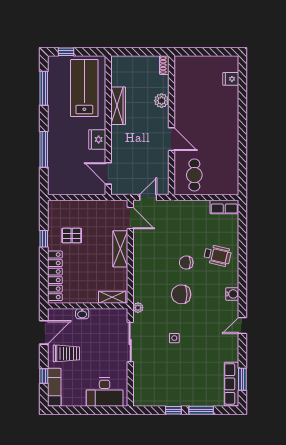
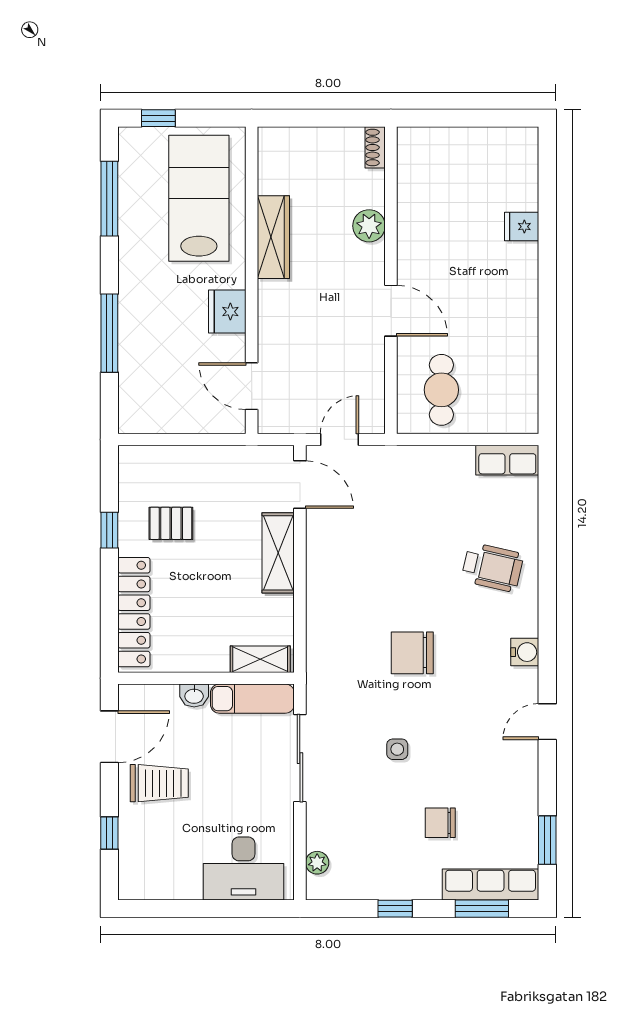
fridge: (231, 79) -> (522, 227), moved
chair: (186, 263) -> (440, 823), moved
plant: (138, 308) -> (317, 863), moved
row of seats: (231, 384) -> (491, 884), moved, turned 90
exam couch: (54, 387) -> (252, 699), moved, turned 90
window: (201, 410) -> (482, 909), moved

